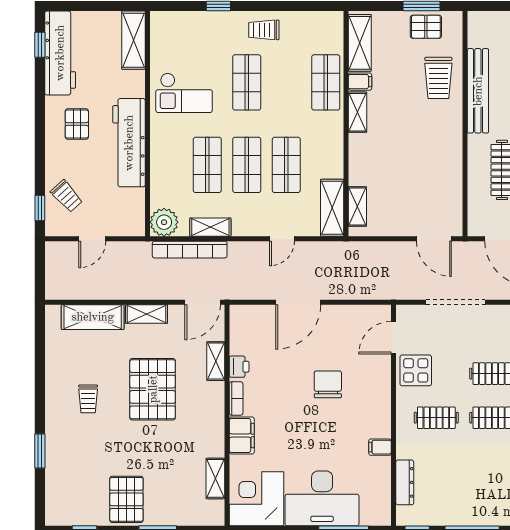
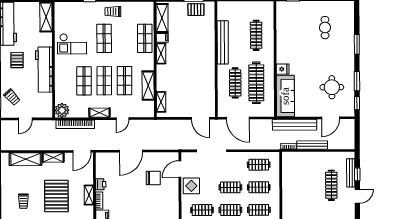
trolley: (438, 78) -> (202, 36), removed
shelving: (332, 208) -> (148, 86), moved
shelving: (210, 227) -> (99, 113), moved
shelving: (216, 361) -> (89, 195), moved
chair: (328, 384) -> (153, 178), moved, turned 90

